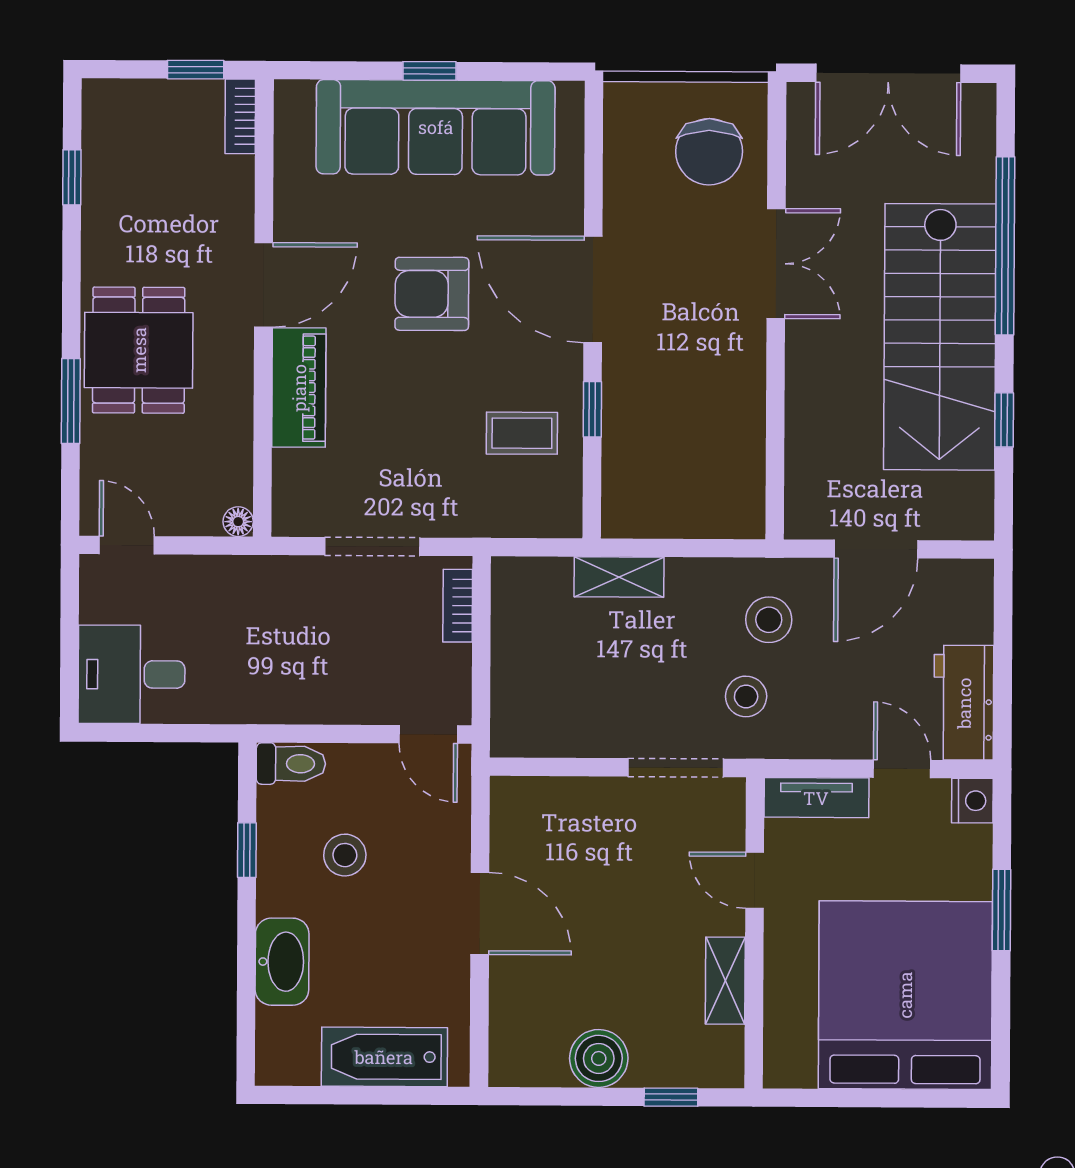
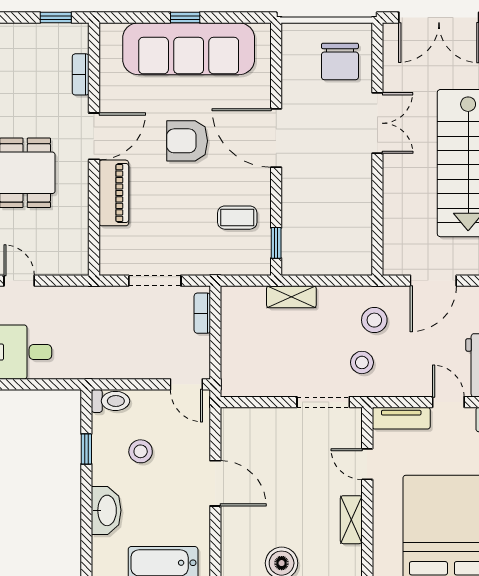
bookcase: (240, 116) -> (81, 74), moved
window: (592, 409) -> (276, 243), moved
floor lamp: (238, 522) -> (81, 267), removed

